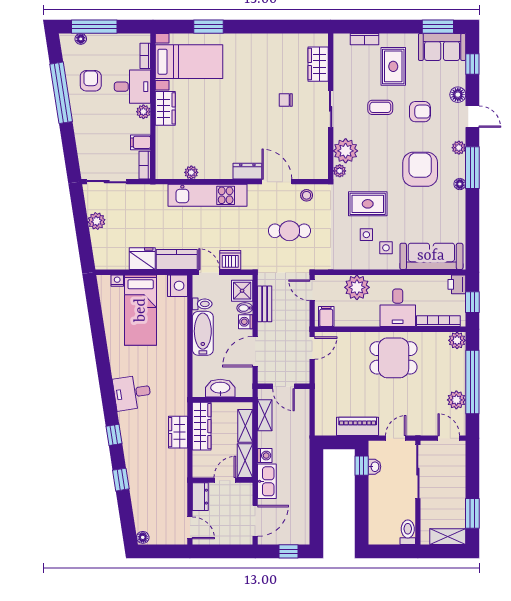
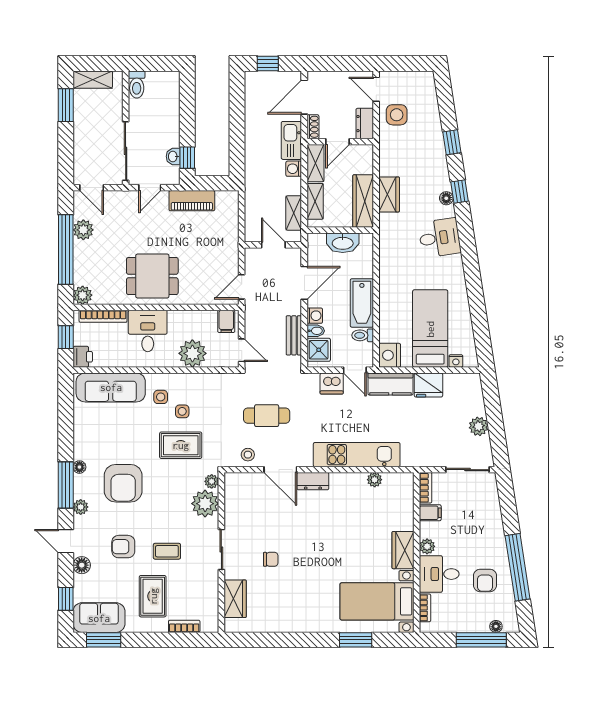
shoe rack: (247, 494) -> (313, 127), added
side table: (171, 505) -> (397, 115), added
floor lamp: (143, 537) -> (446, 198), moved

